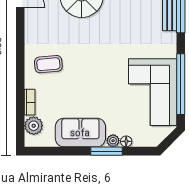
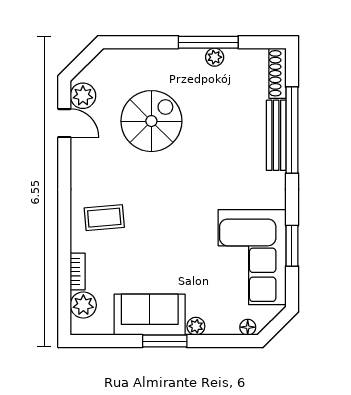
window: (181, 84) -> (292, 246), width x0.47
floor lamp: (126, 141) -> (248, 327), moved
window: (107, 151) -> (165, 341), moved

